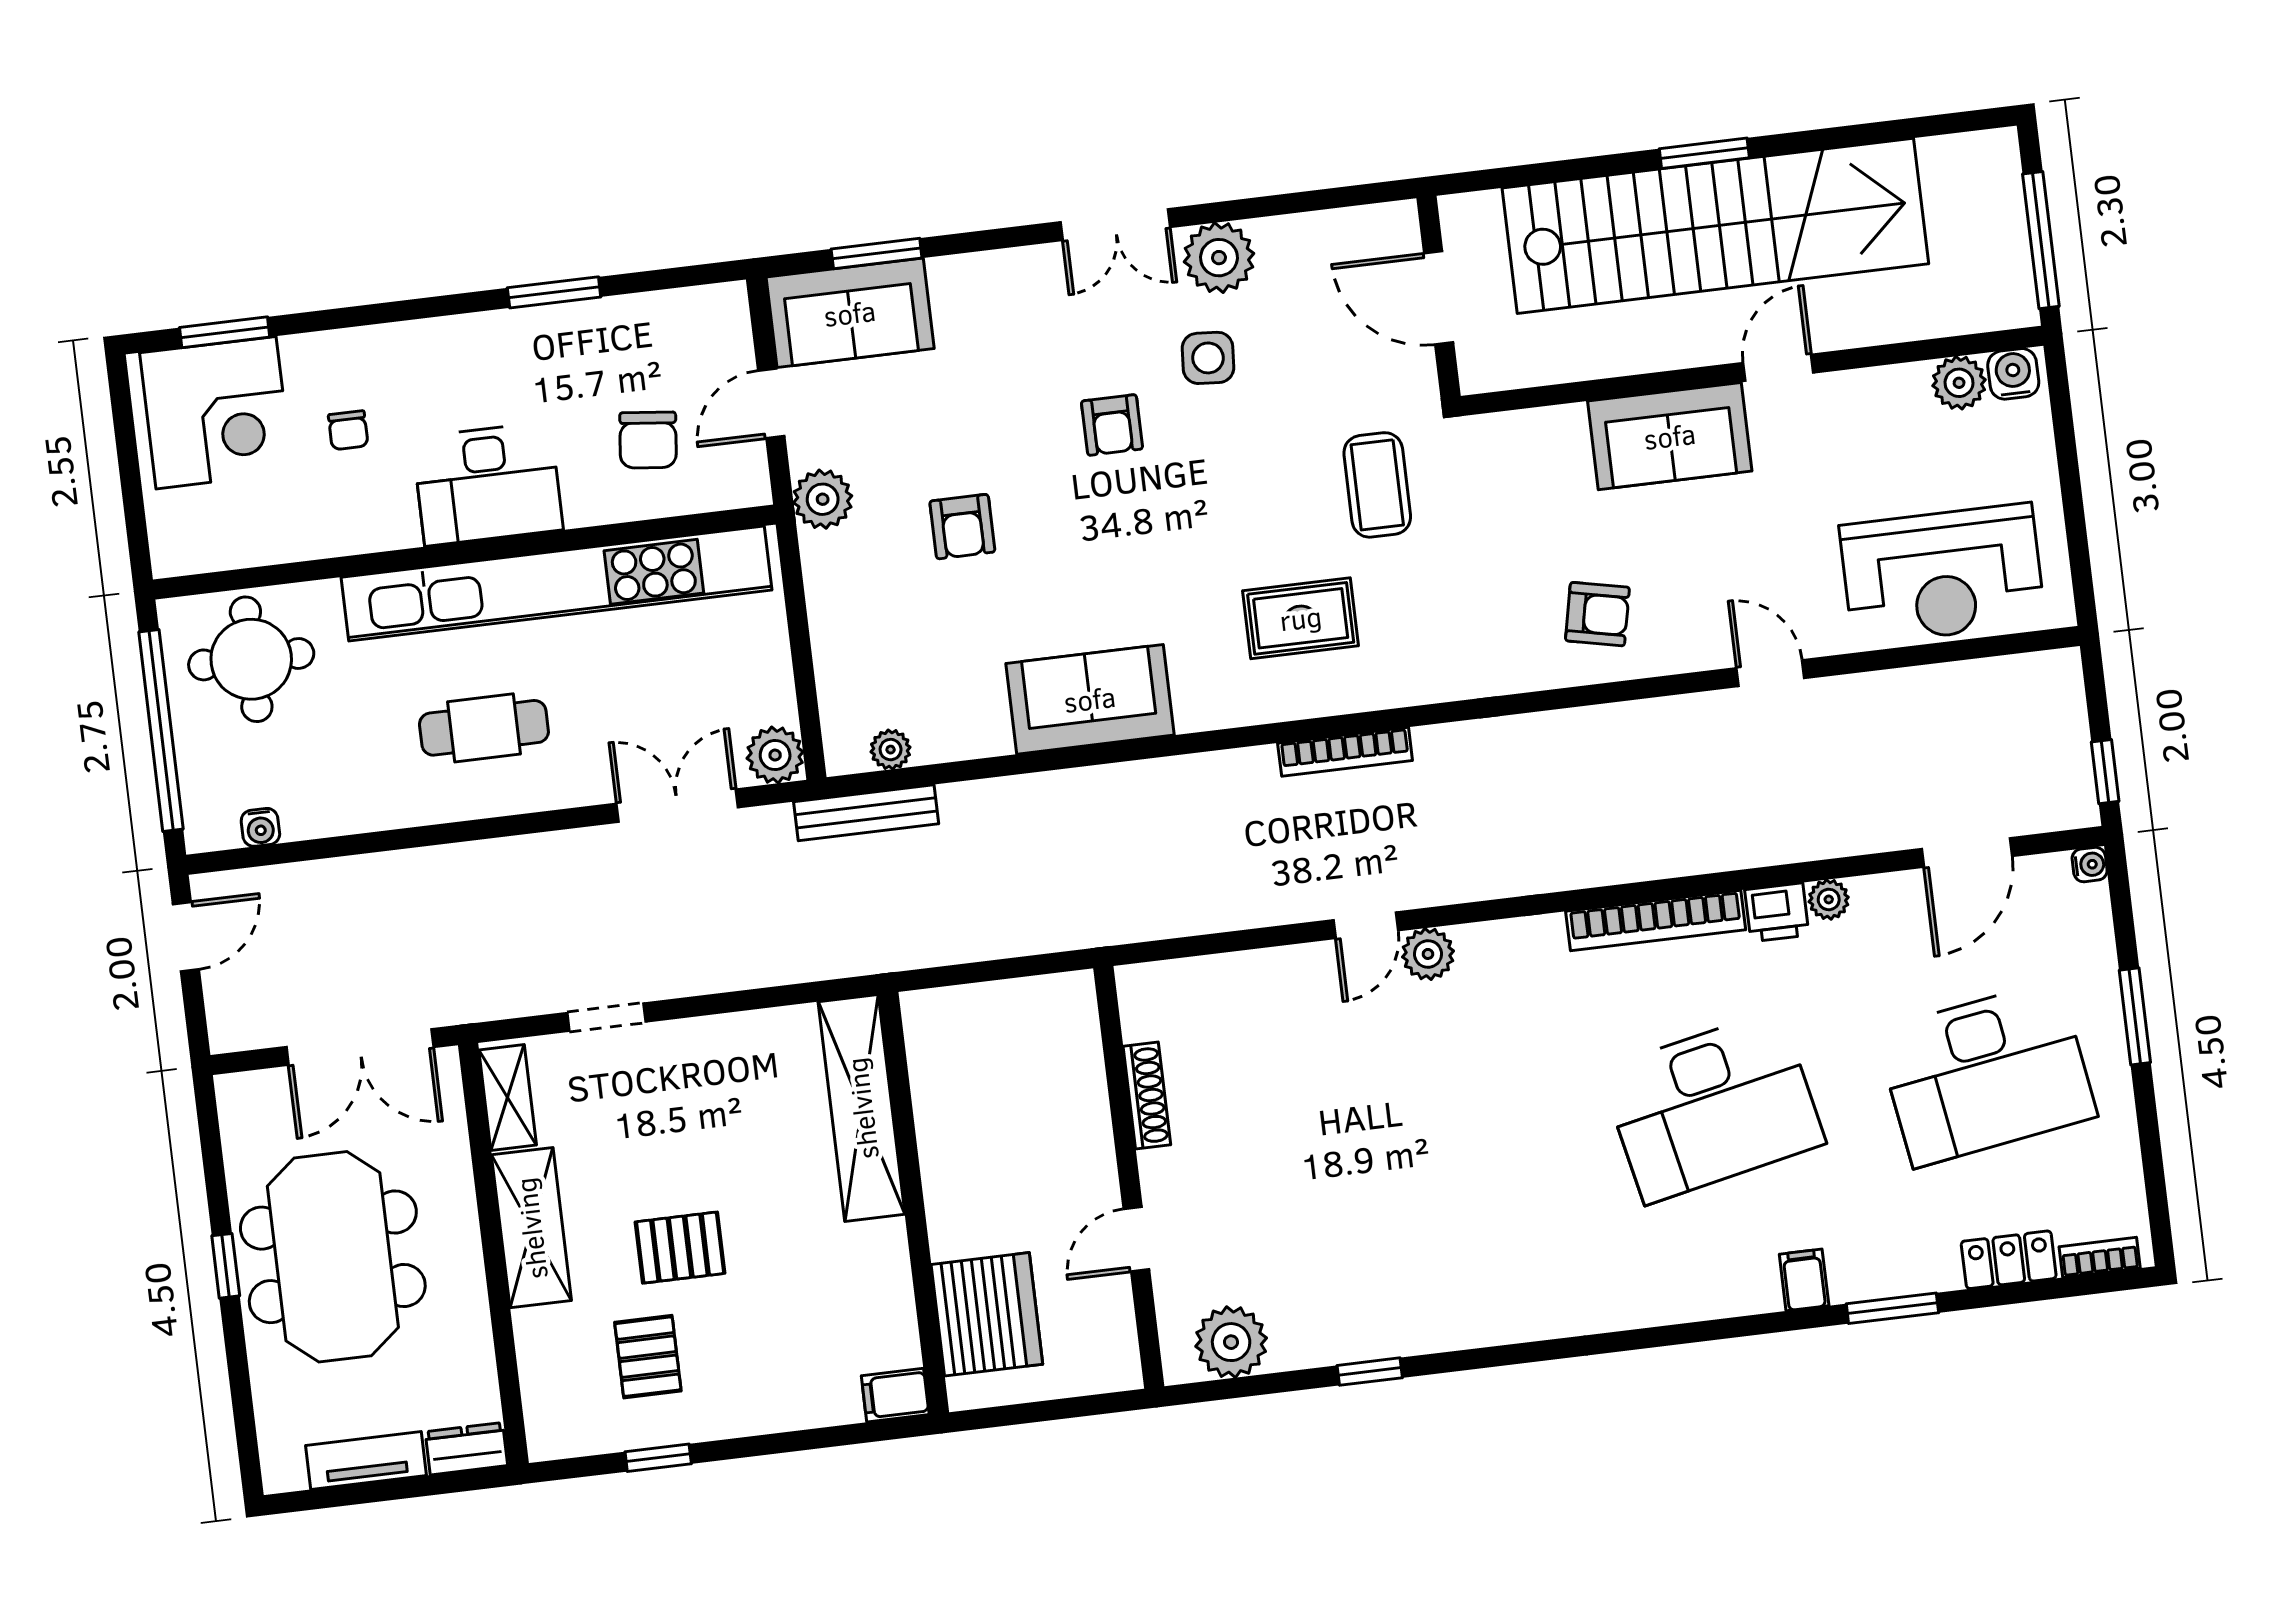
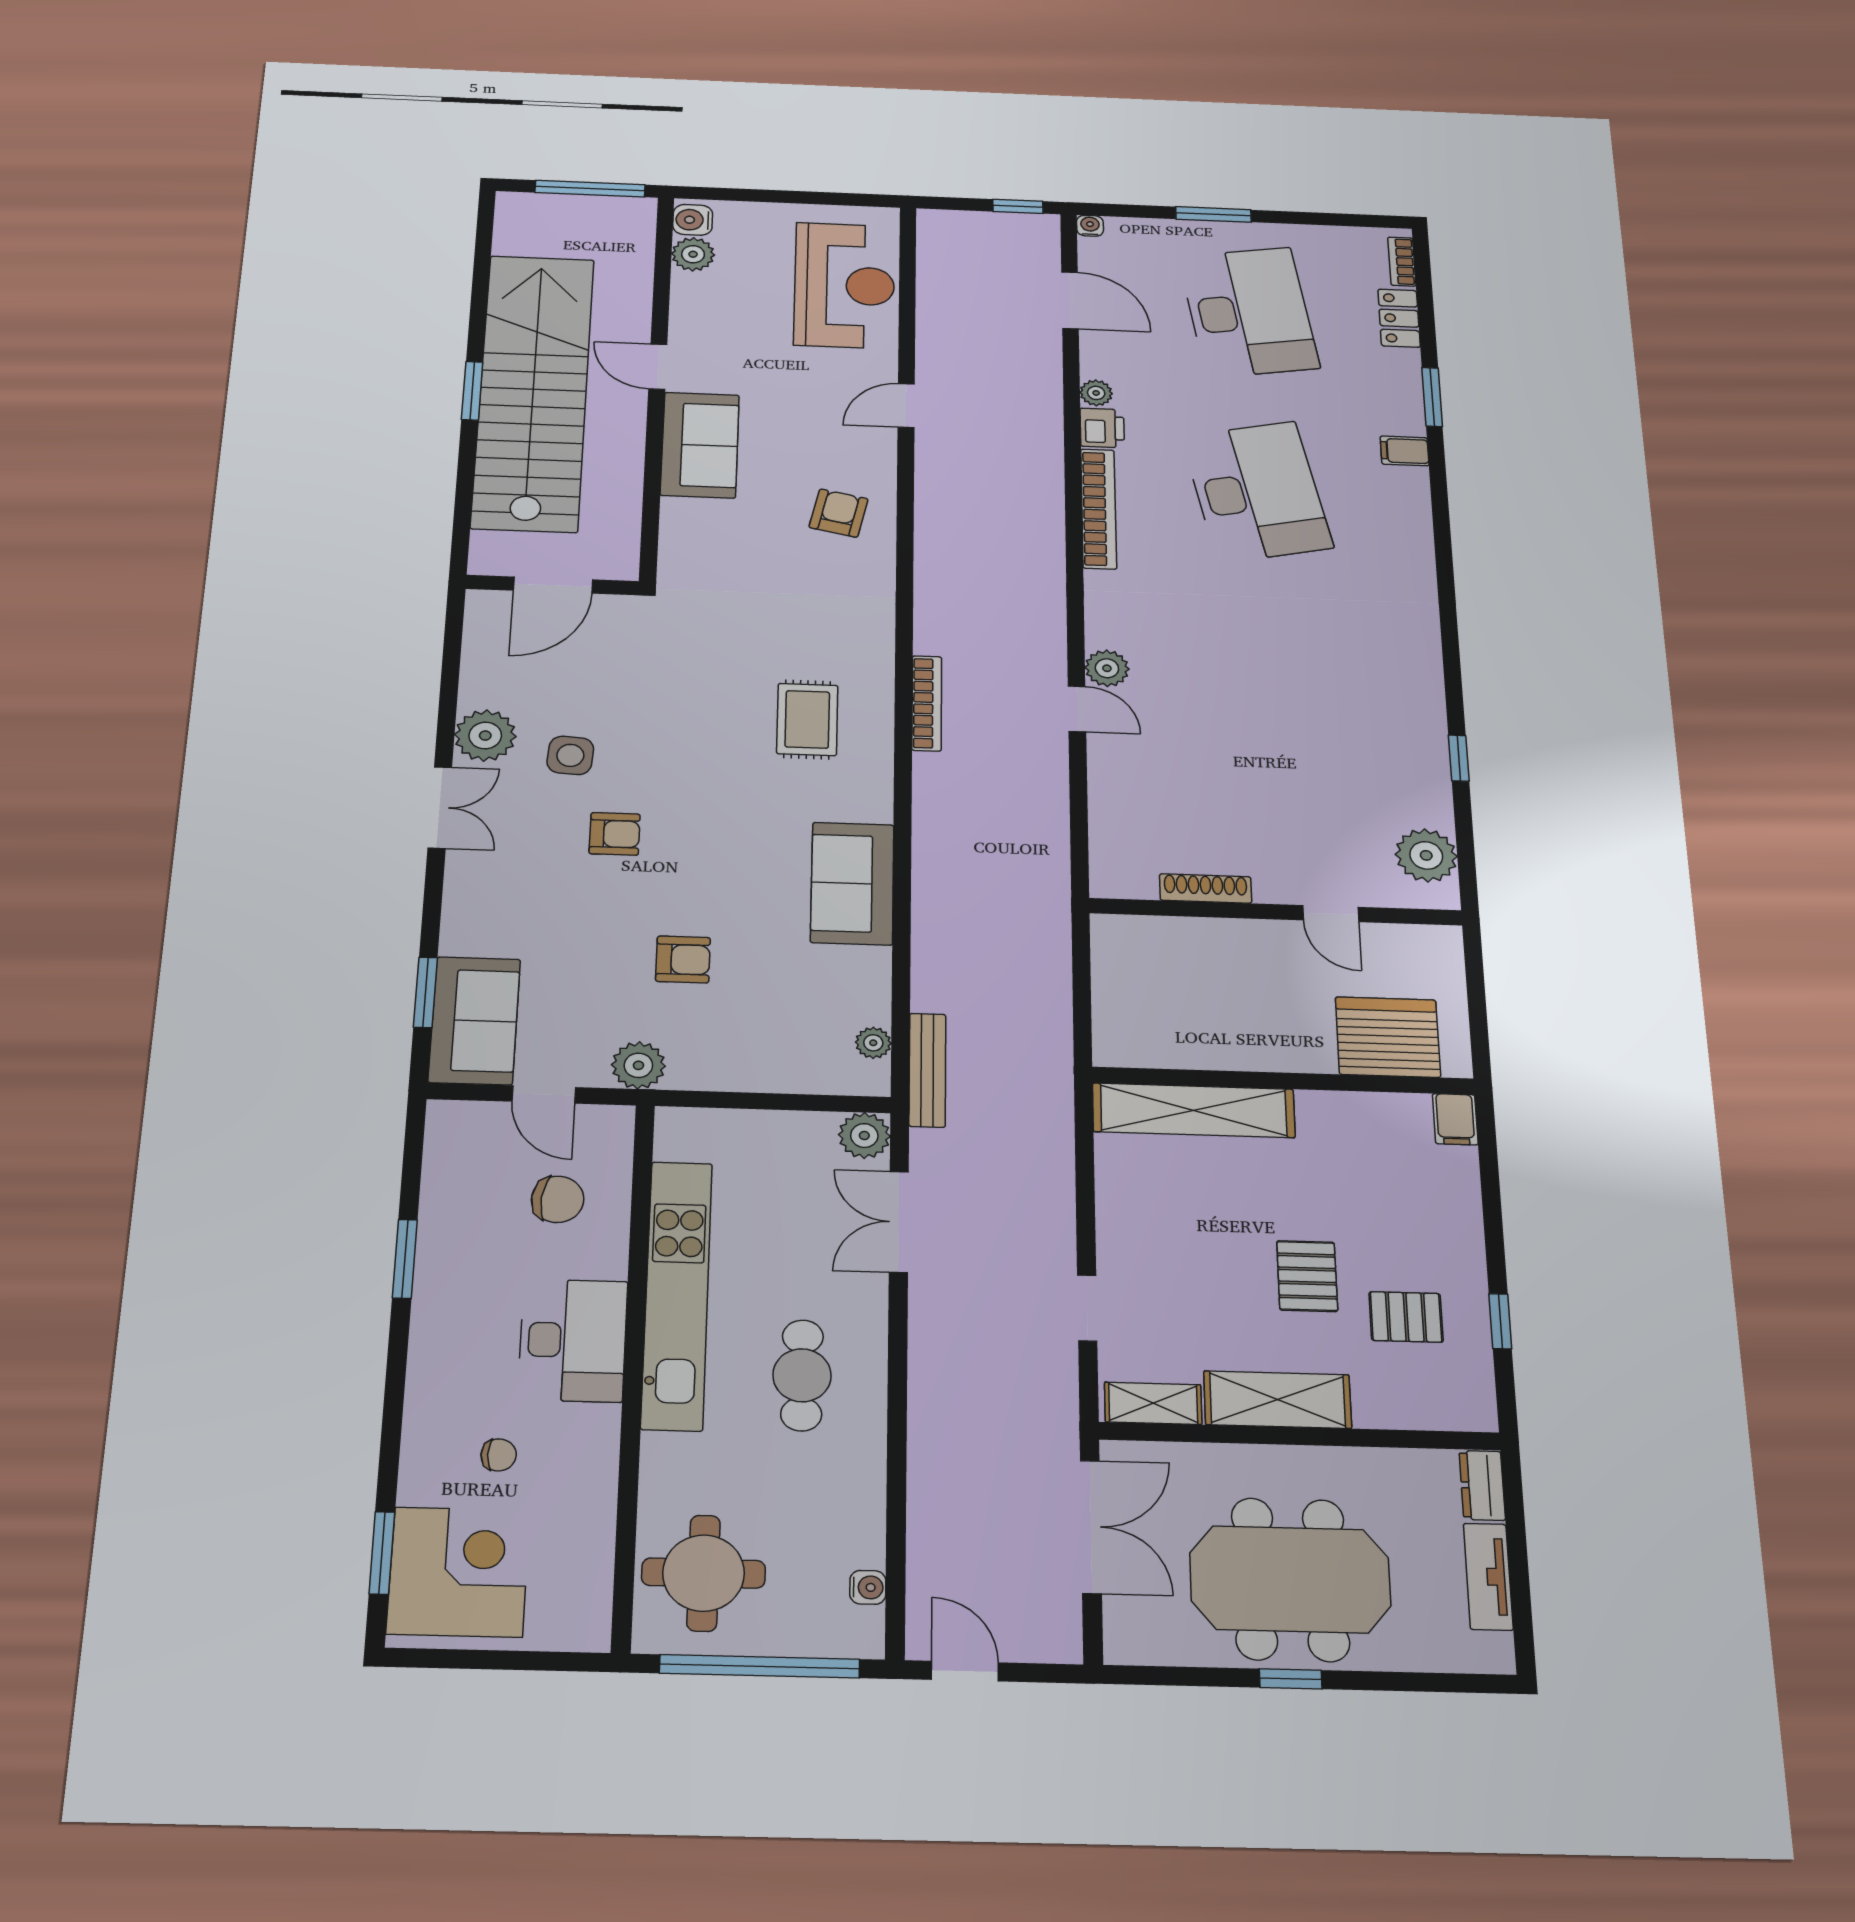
coffee table: (1377, 485) -> (703, 649), removed
kitchen unit: (557, 584) -> (677, 1294), width x0.73

